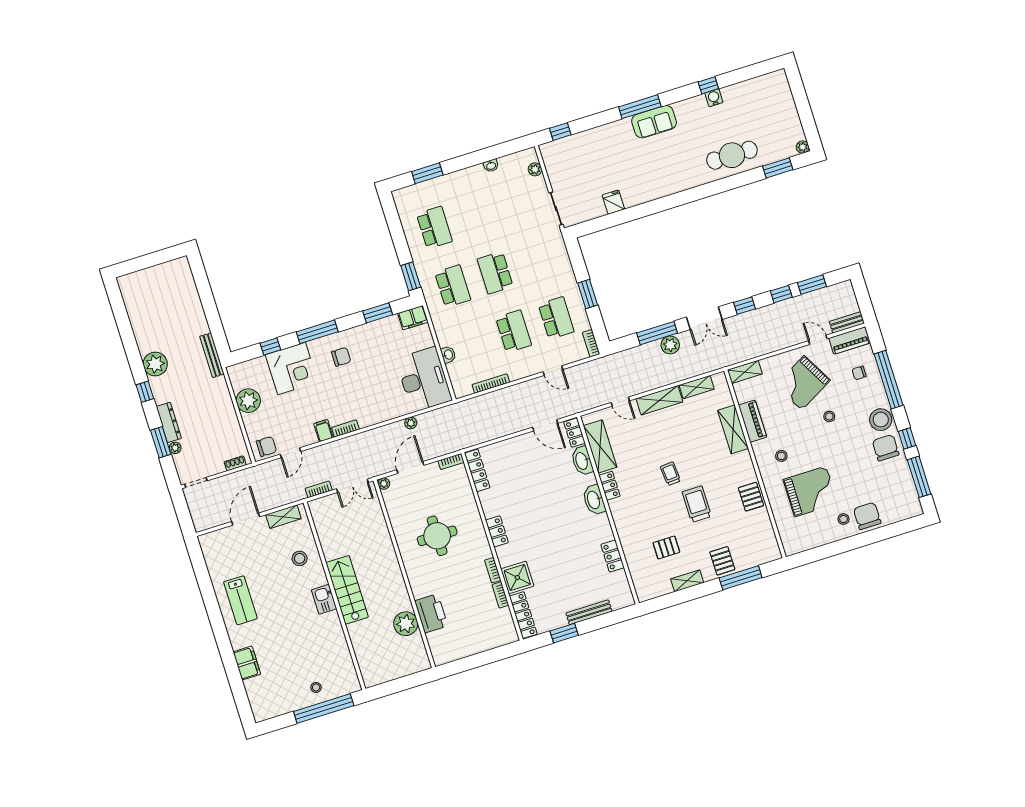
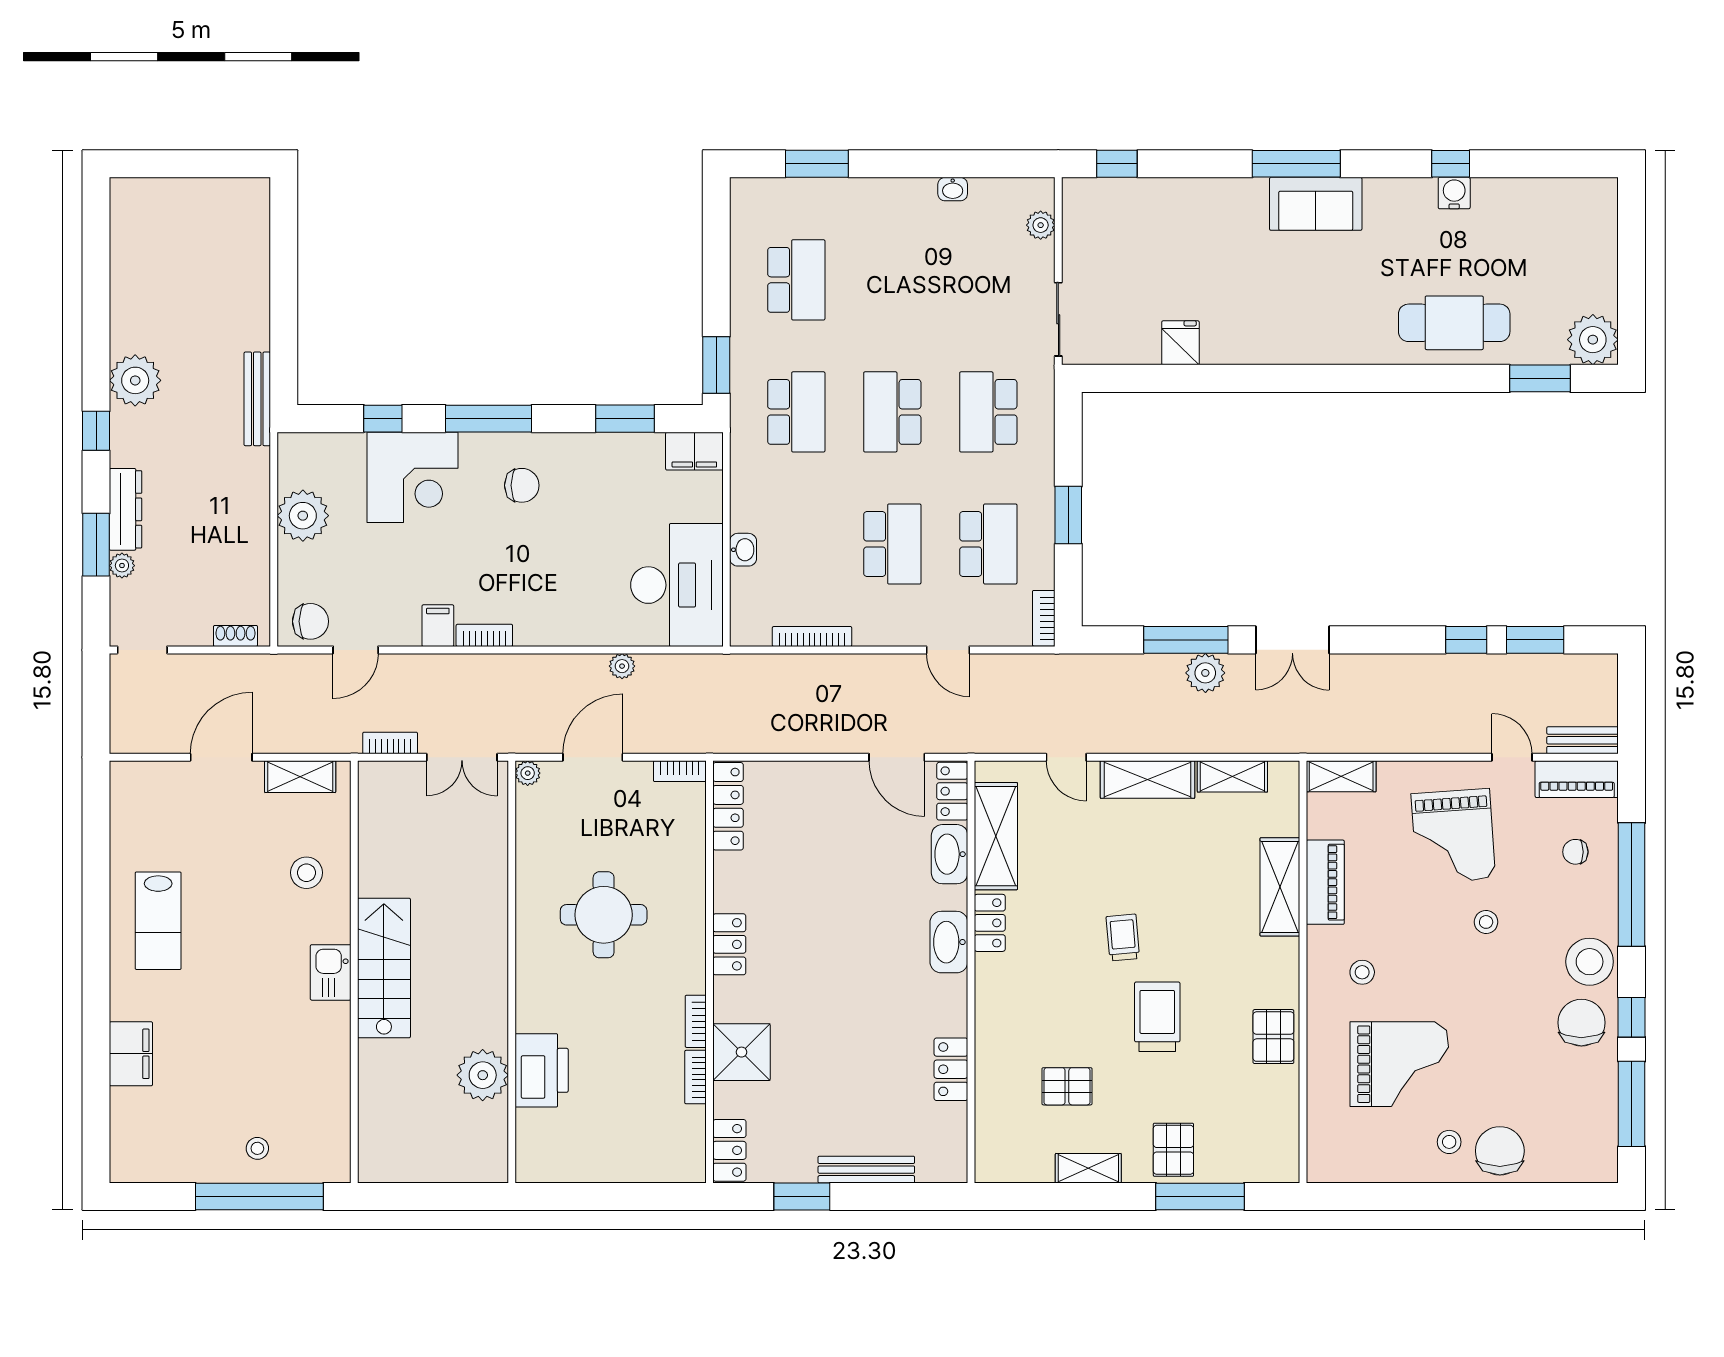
plant: (803, 147) -> (1593, 340), width x1.88, depth x1.88
school desk: (538, 259) -> (988, 412), added
window: (745, 306) -> (1383, 640), removed
grand piano: (803, 383) -> (1453, 836), turned -65
locker: (523, 615) -> (729, 1150), width x0.66

